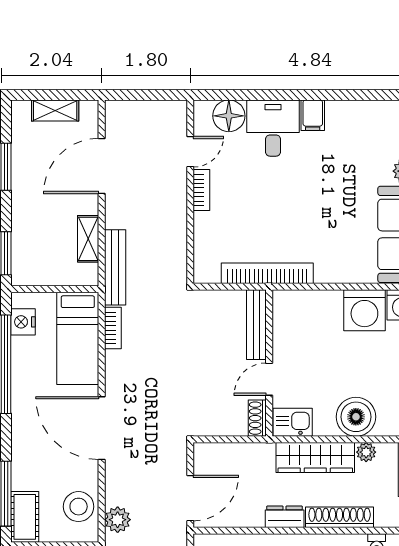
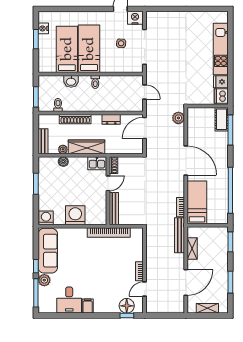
window: (229, 95) -> (127, 316), added
desk: (273, 128) -> (69, 300), moved
washing machine: (364, 310) -> (75, 215), moved
nightstand: (23, 322) -> (222, 210), removed
boiler: (356, 417) -> (63, 162), width x0.54, depth x0.54
stool: (79, 507) -> (197, 124), removed
dresser: (285, 517) -> (111, 119), moved

